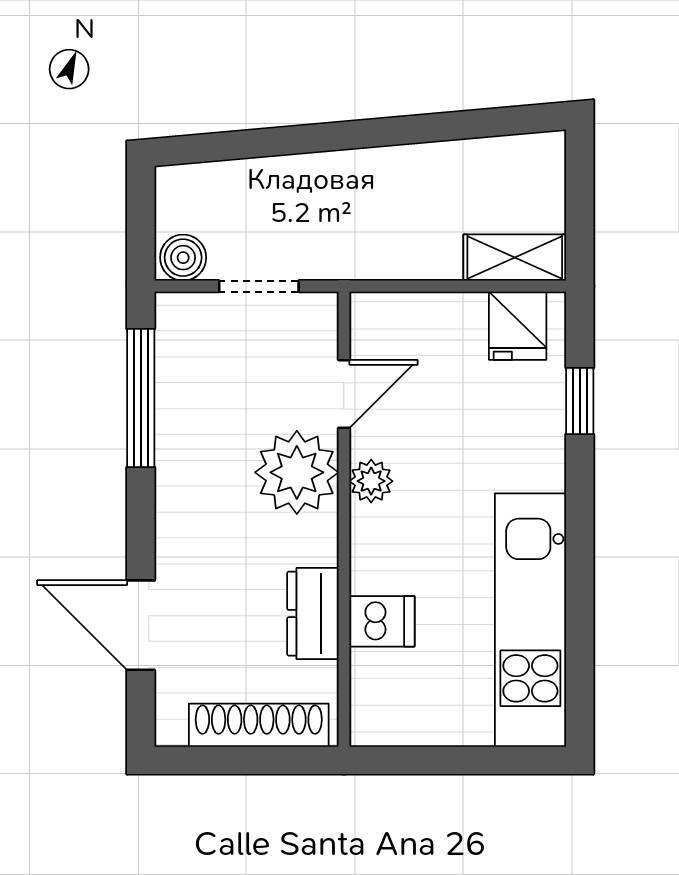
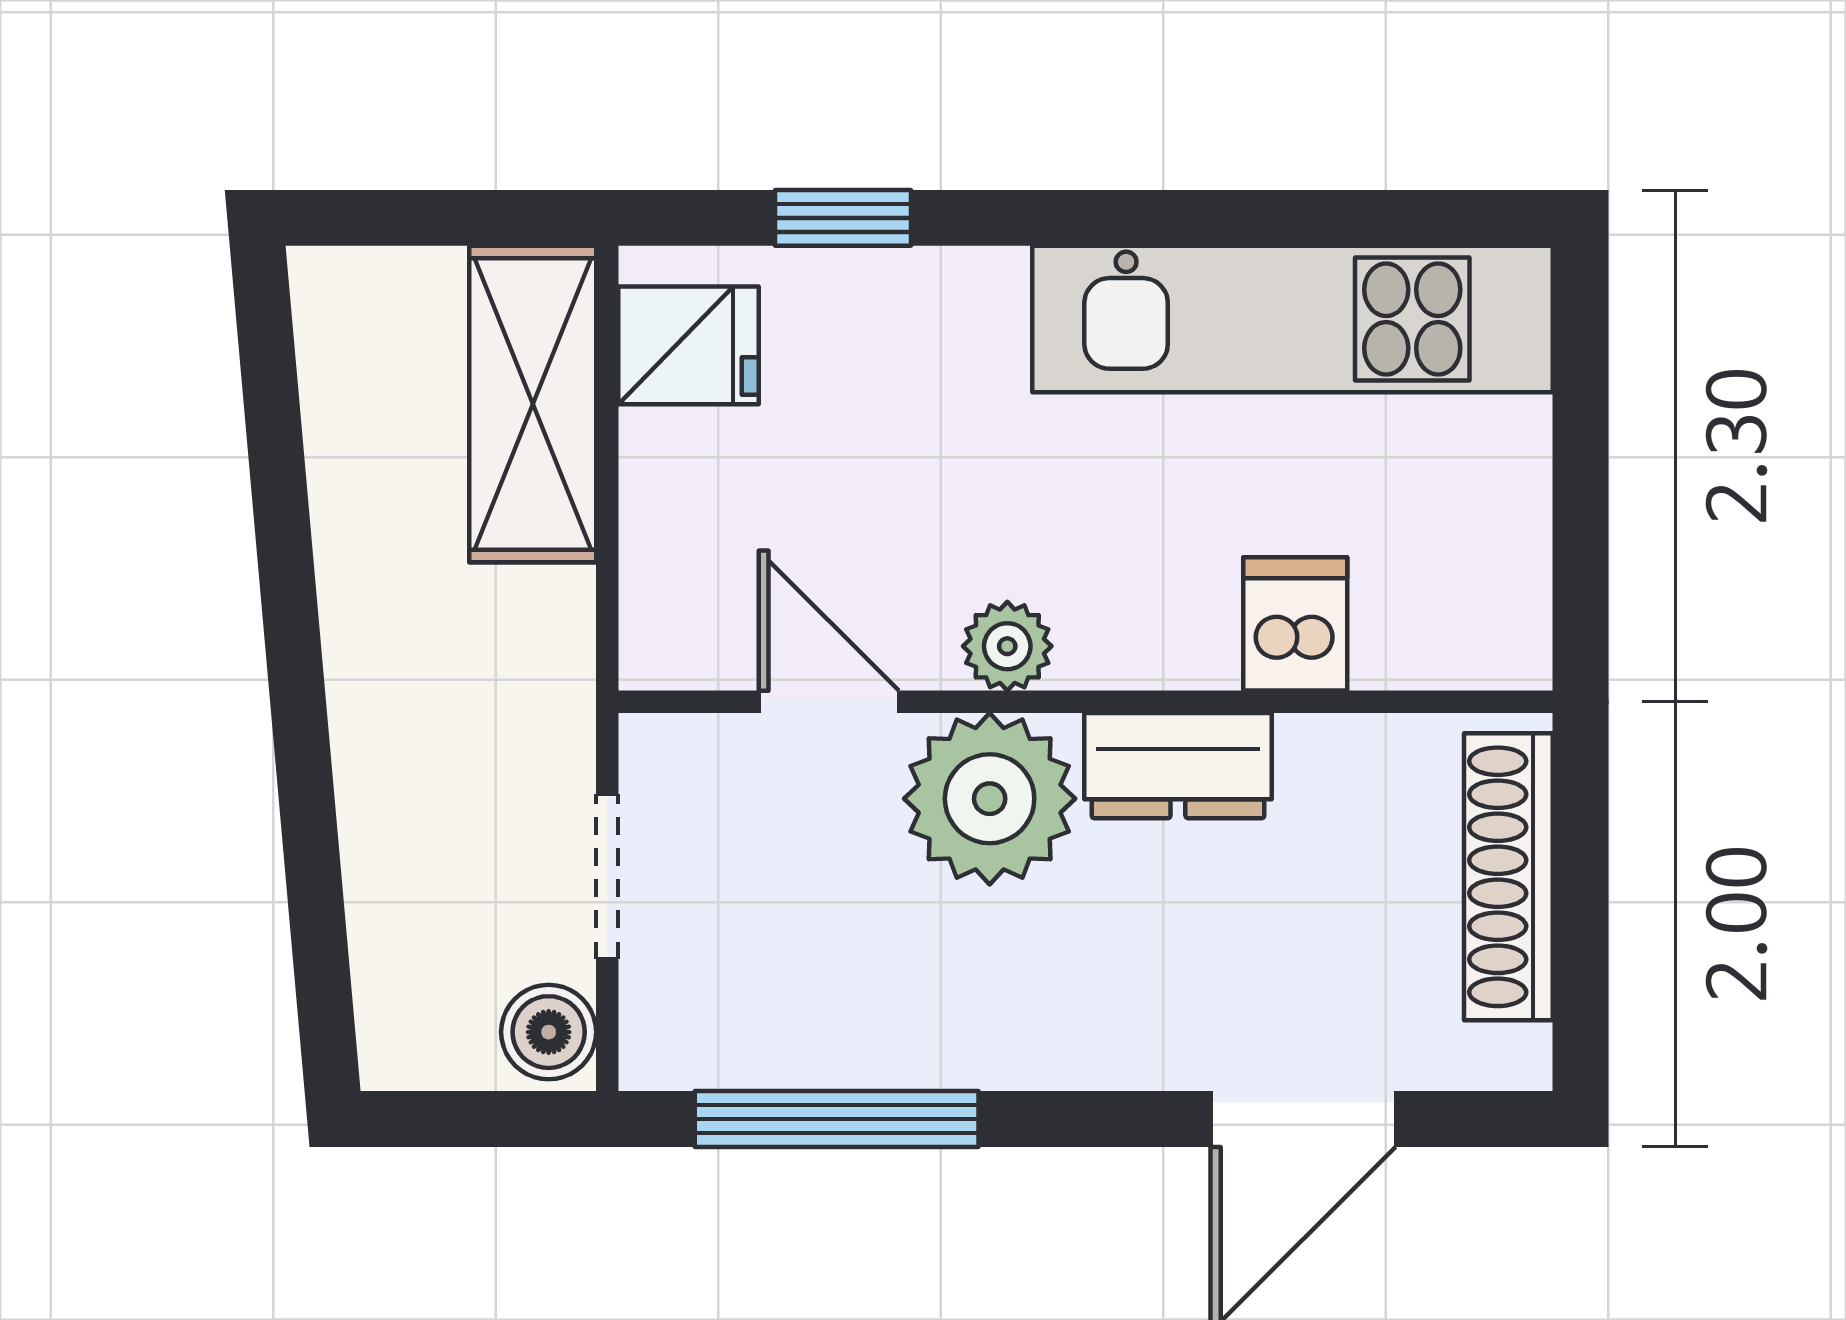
shelving: (515, 258) -> (533, 404), width x1.50, depth x1.33
dresser: (313, 614) -> (1178, 766), moved

